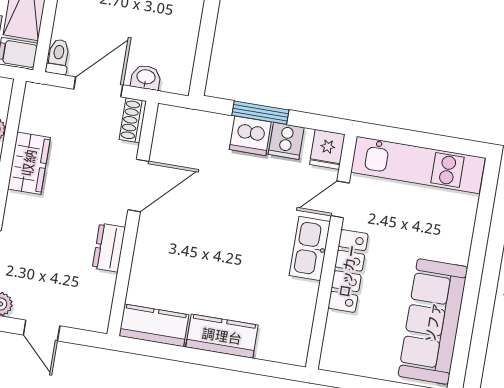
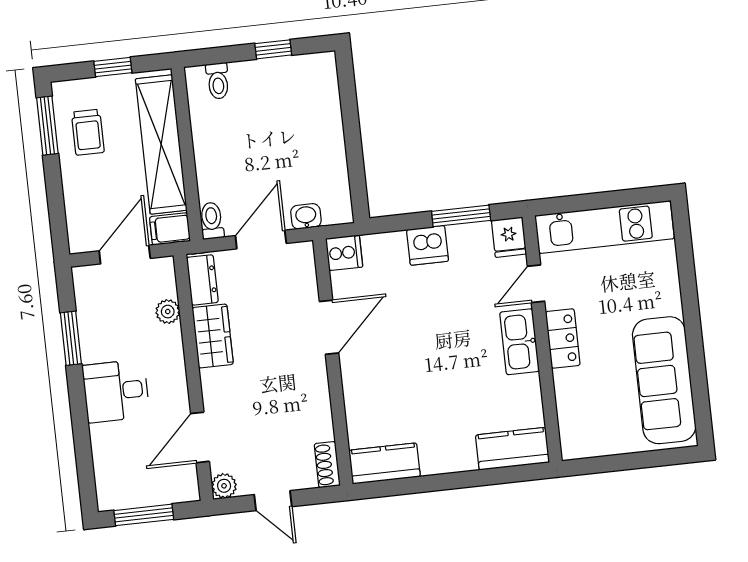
window: (260, 113) -> (461, 216), moved
shoe rack: (133, 120) -> (327, 465), moved
cooker: (286, 141) -> (344, 253), moved, turned -90
dresser: (109, 248) -> (202, 280), moved, turned 180
locker: (348, 271) -> (563, 339), width x0.66
kitchen counter: (222, 336) -> (512, 449), moved

